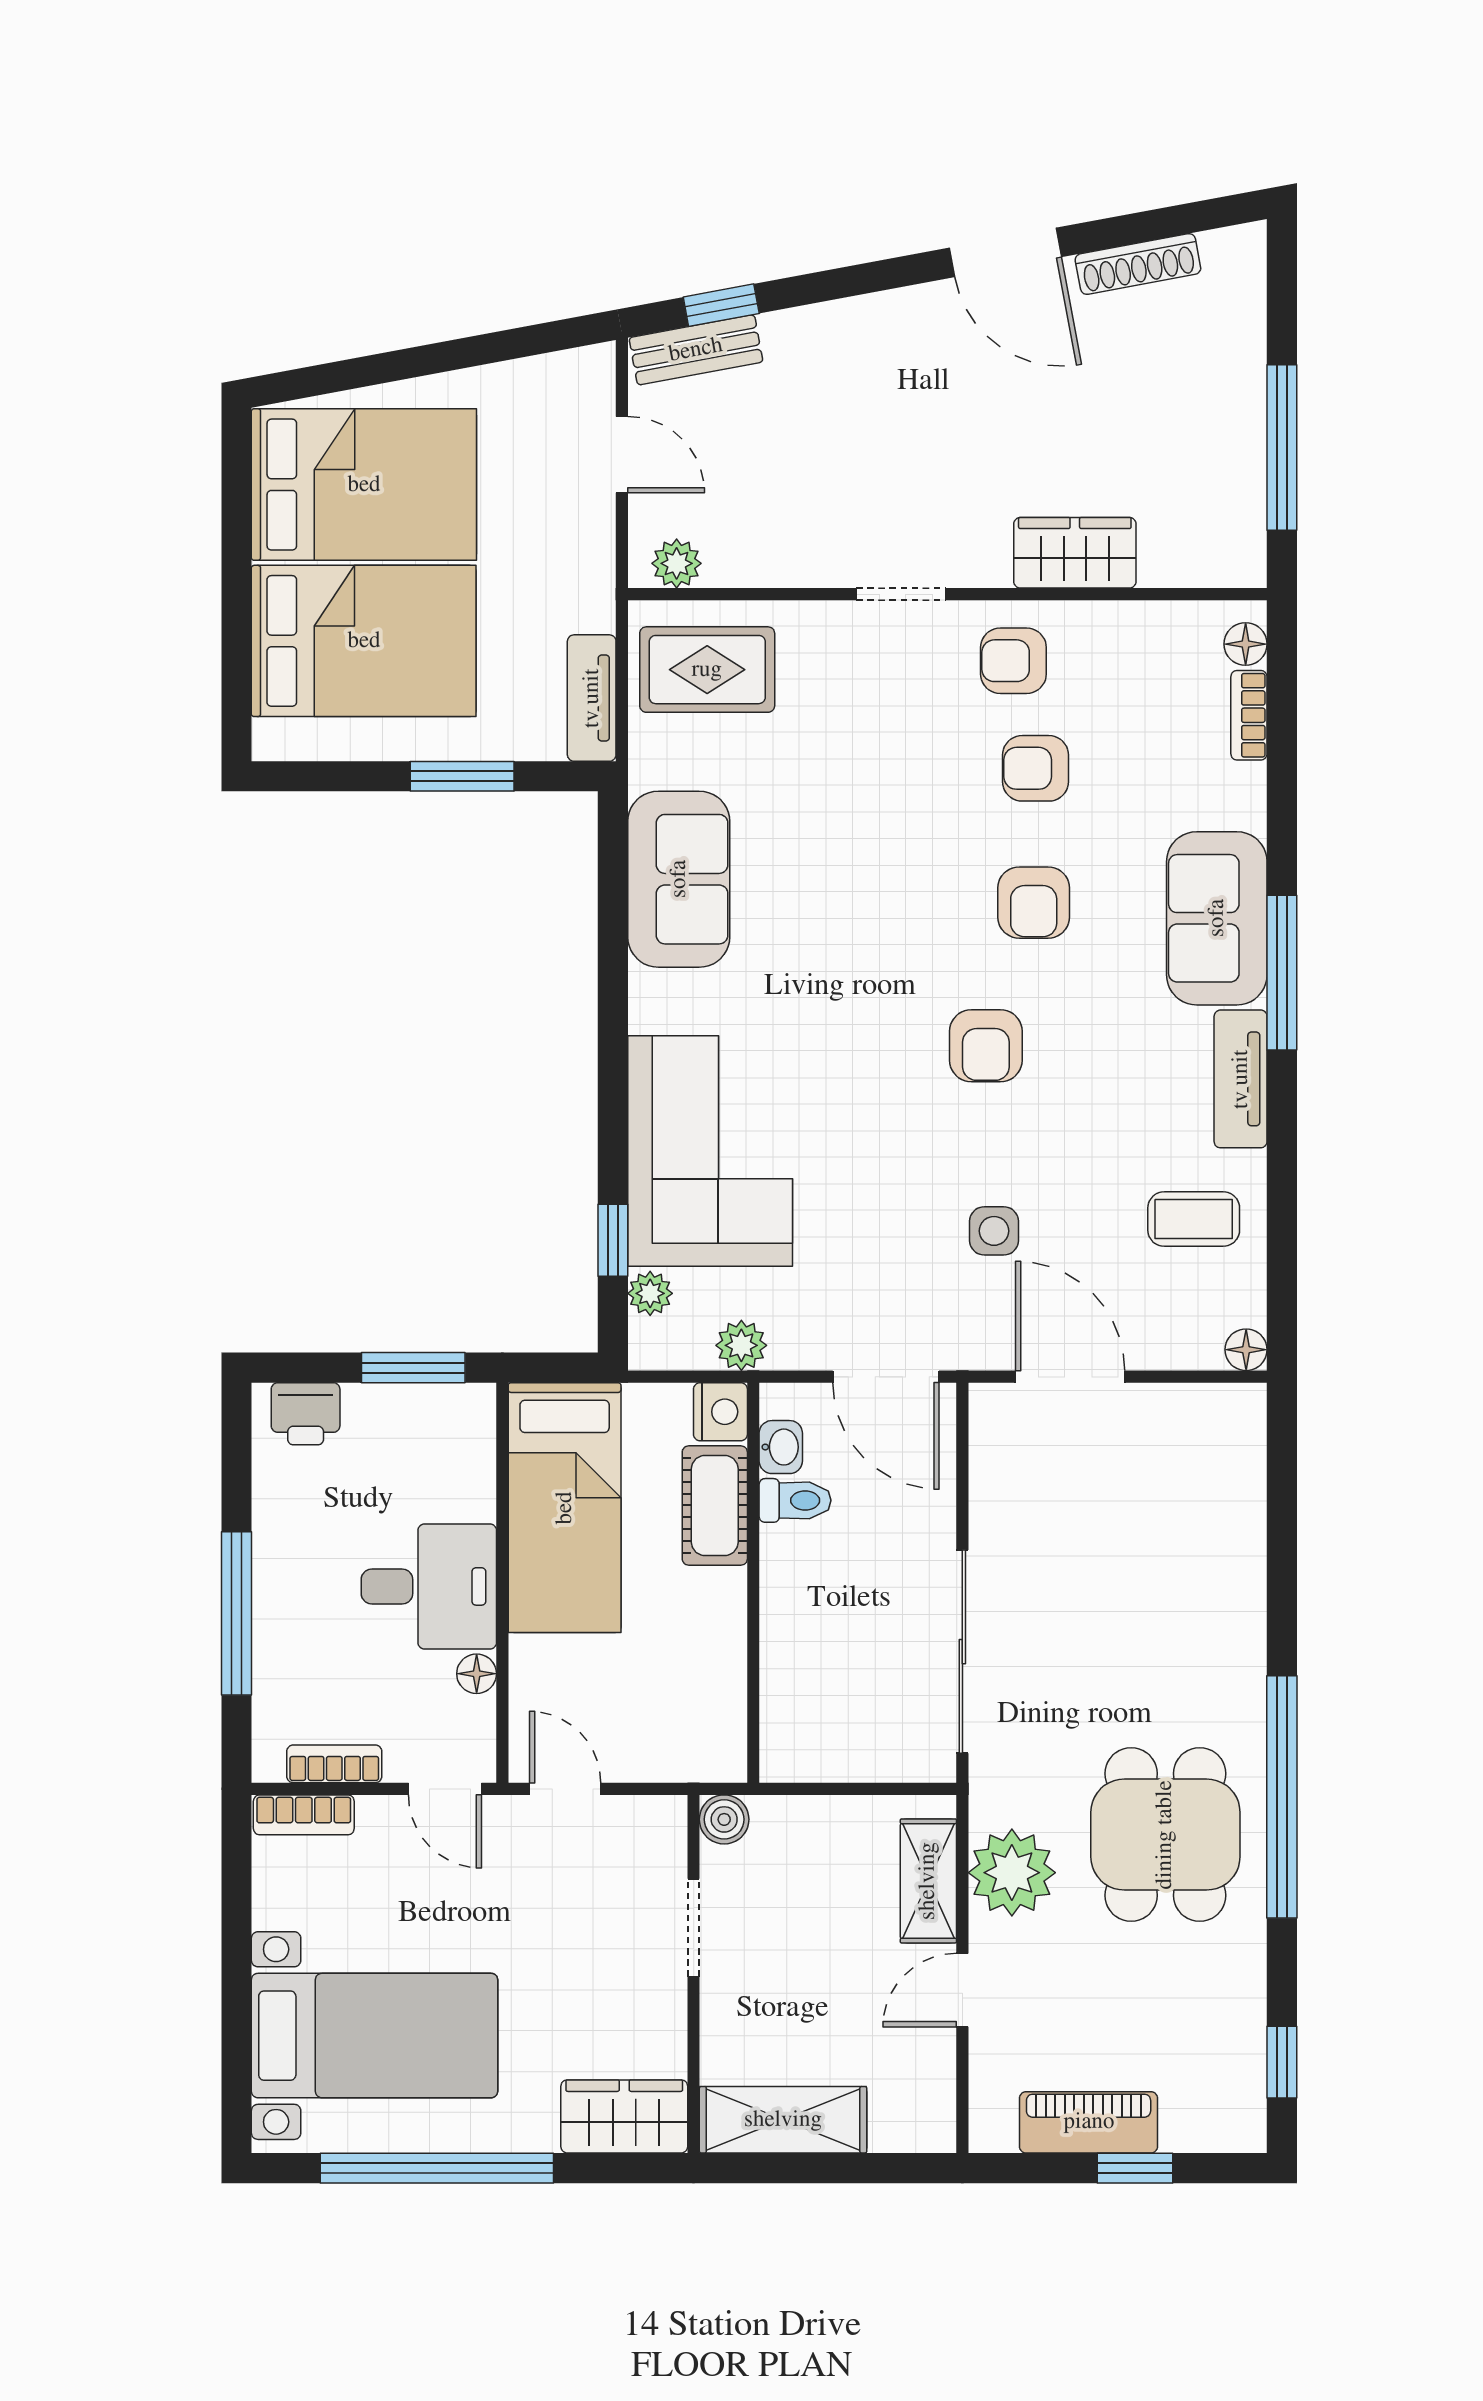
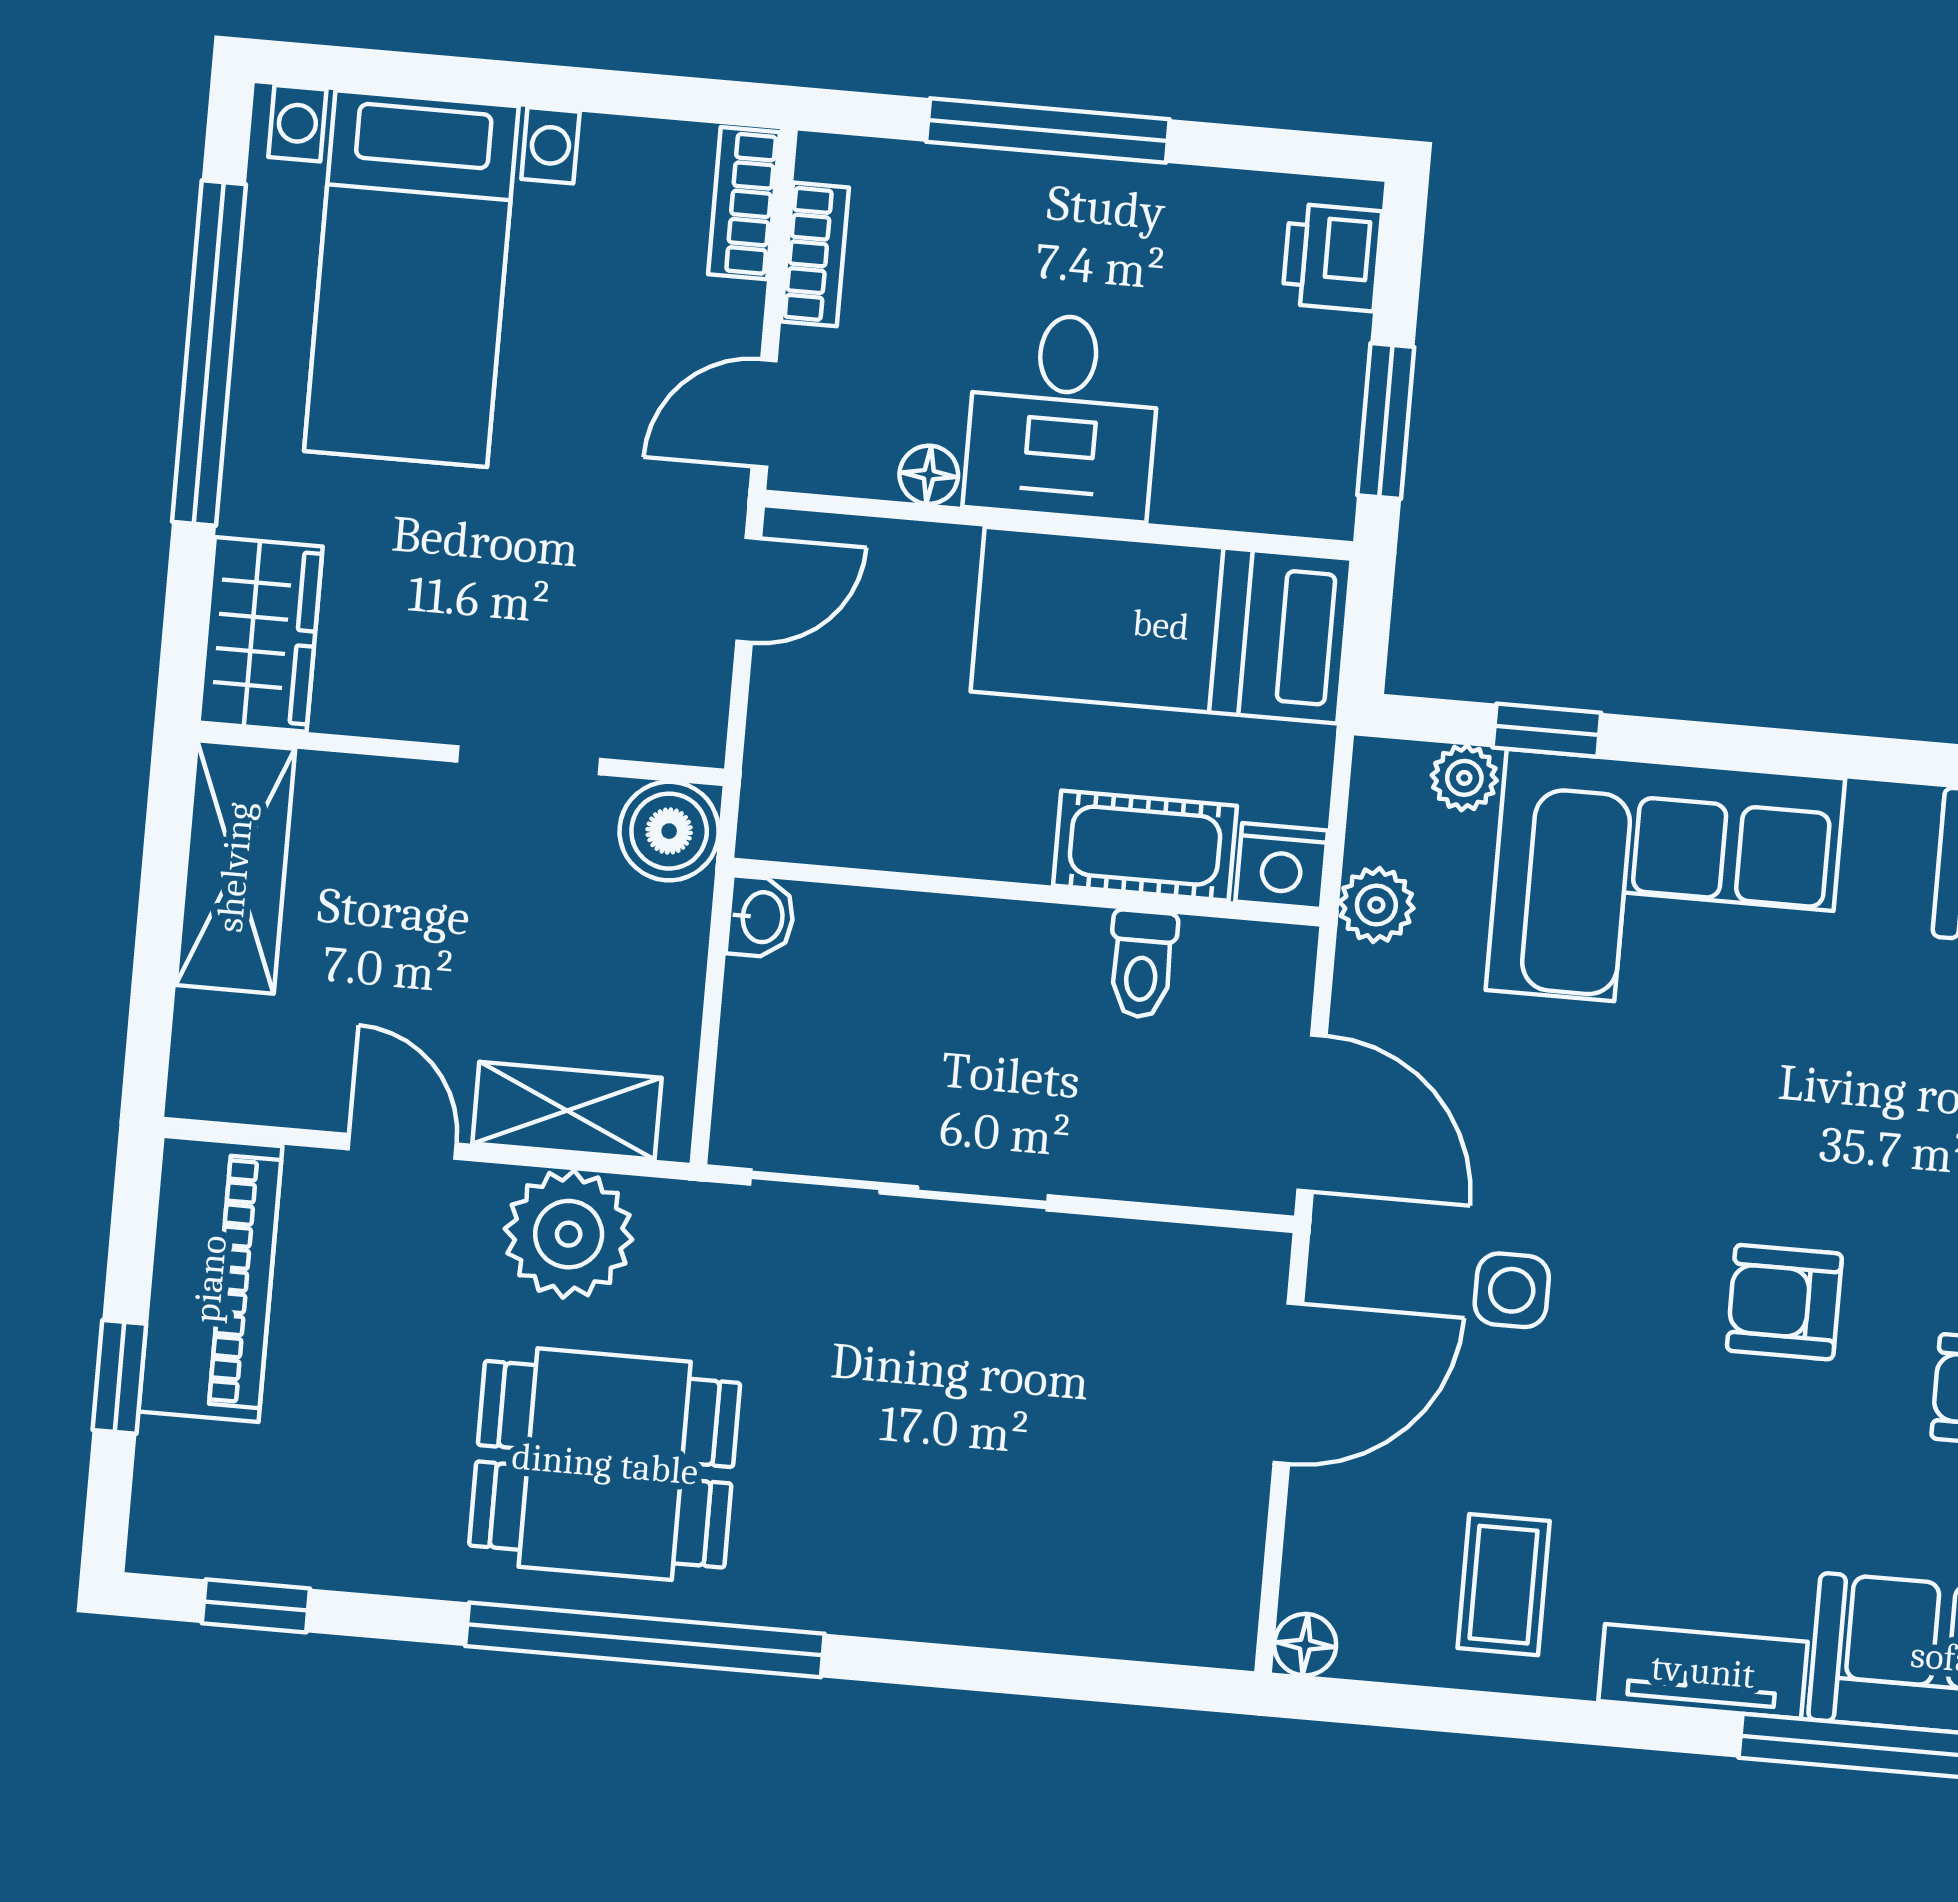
door: (886, 1377) -> (1312, 1113), swing flipped
washbasin: (781, 1447) -> (761, 917), moved, turned -90
boiler: (724, 1819) -> (669, 831), width x1.36, depth x1.36
piano: (1089, 2122) -> (210, 1279), width x1.37, depth x1.33

